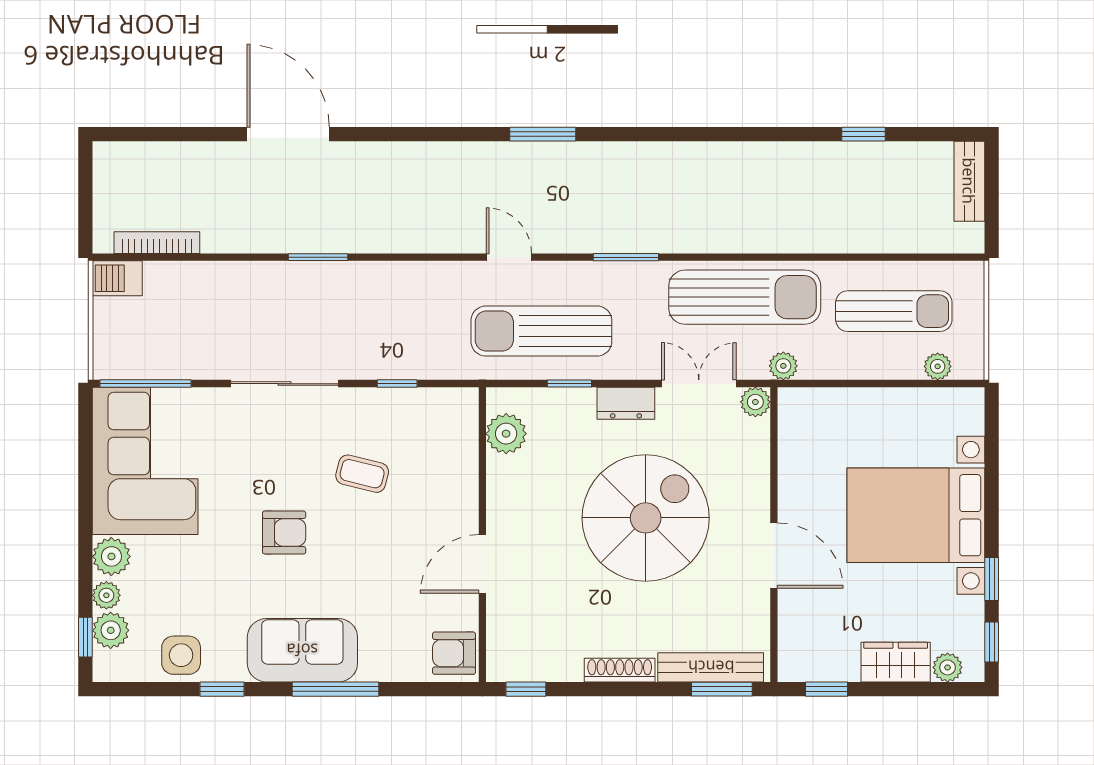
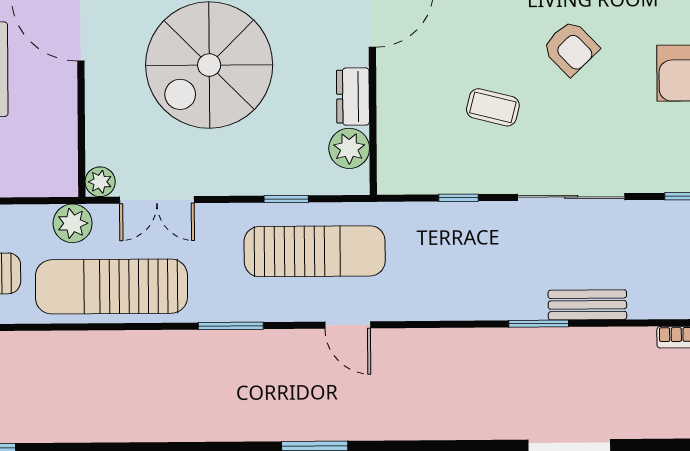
bench: (269, 275) -> (587, 305), added
plant: (783, 366) -> (73, 223), width x1.38, depth x1.38
dresser: (626, 403) -> (353, 97), moved, turned -90
armchair: (284, 533) -> (571, 48), turned -134

